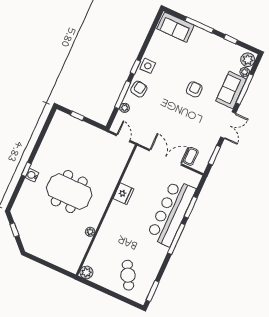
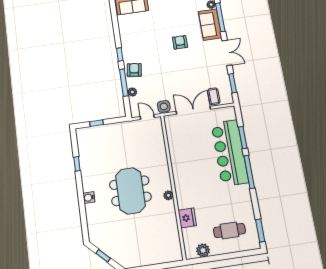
side table: (148, 66) -> (164, 106), moved
window: (26, 169) -> (77, 164), moved
meeting table: (69, 192) -> (130, 191), turned 90
fridge: (123, 194) -> (187, 218), moved
plant: (90, 232) -> (168, 195), moved
plant: (86, 272) -> (203, 250), moved
cafe table: (128, 275) -> (229, 230), turned -62

